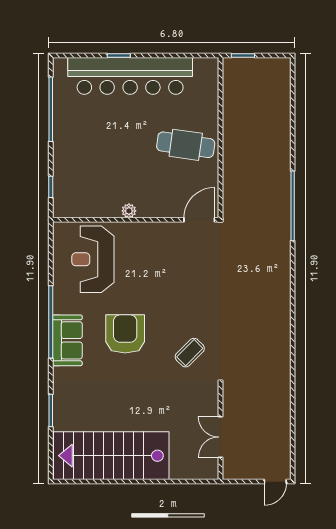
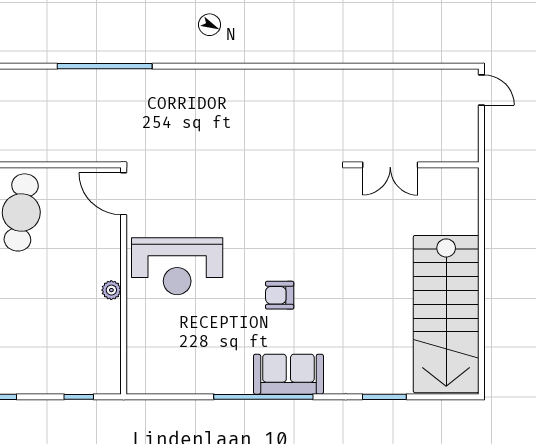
reception desk: (93, 259) -> (177, 266), moved
armchair: (125, 334) -> (280, 295), width x0.53, depth x0.53
coffee table: (190, 353) -> (305, 207), removed
double door: (220, 437) -> (390, 165), moved

